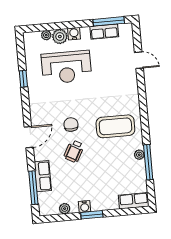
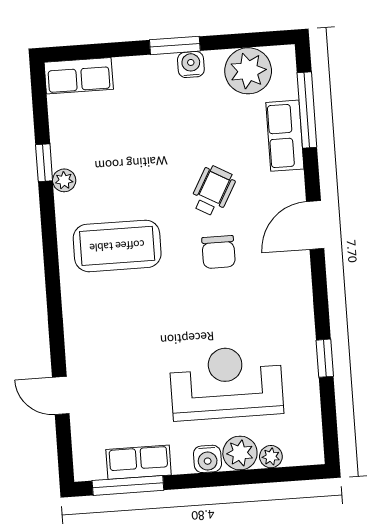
window: (148, 162) -> (44, 163), width x0.46
plant: (65, 209) -> (248, 71), width x1.87, depth x1.87

